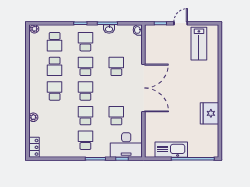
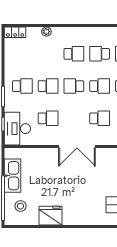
double door: (143, 88) -> (77, 147), width x0.73
school desk: (85, 91) -> (74, 86), turned 180
stool: (200, 142) -> (20, 206), added

